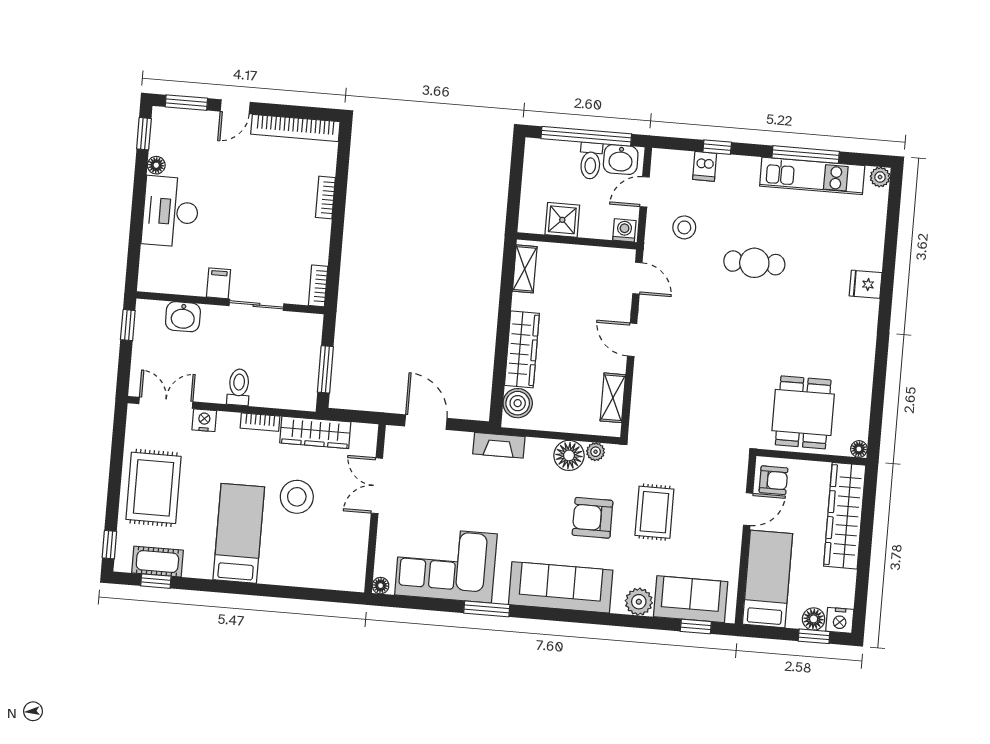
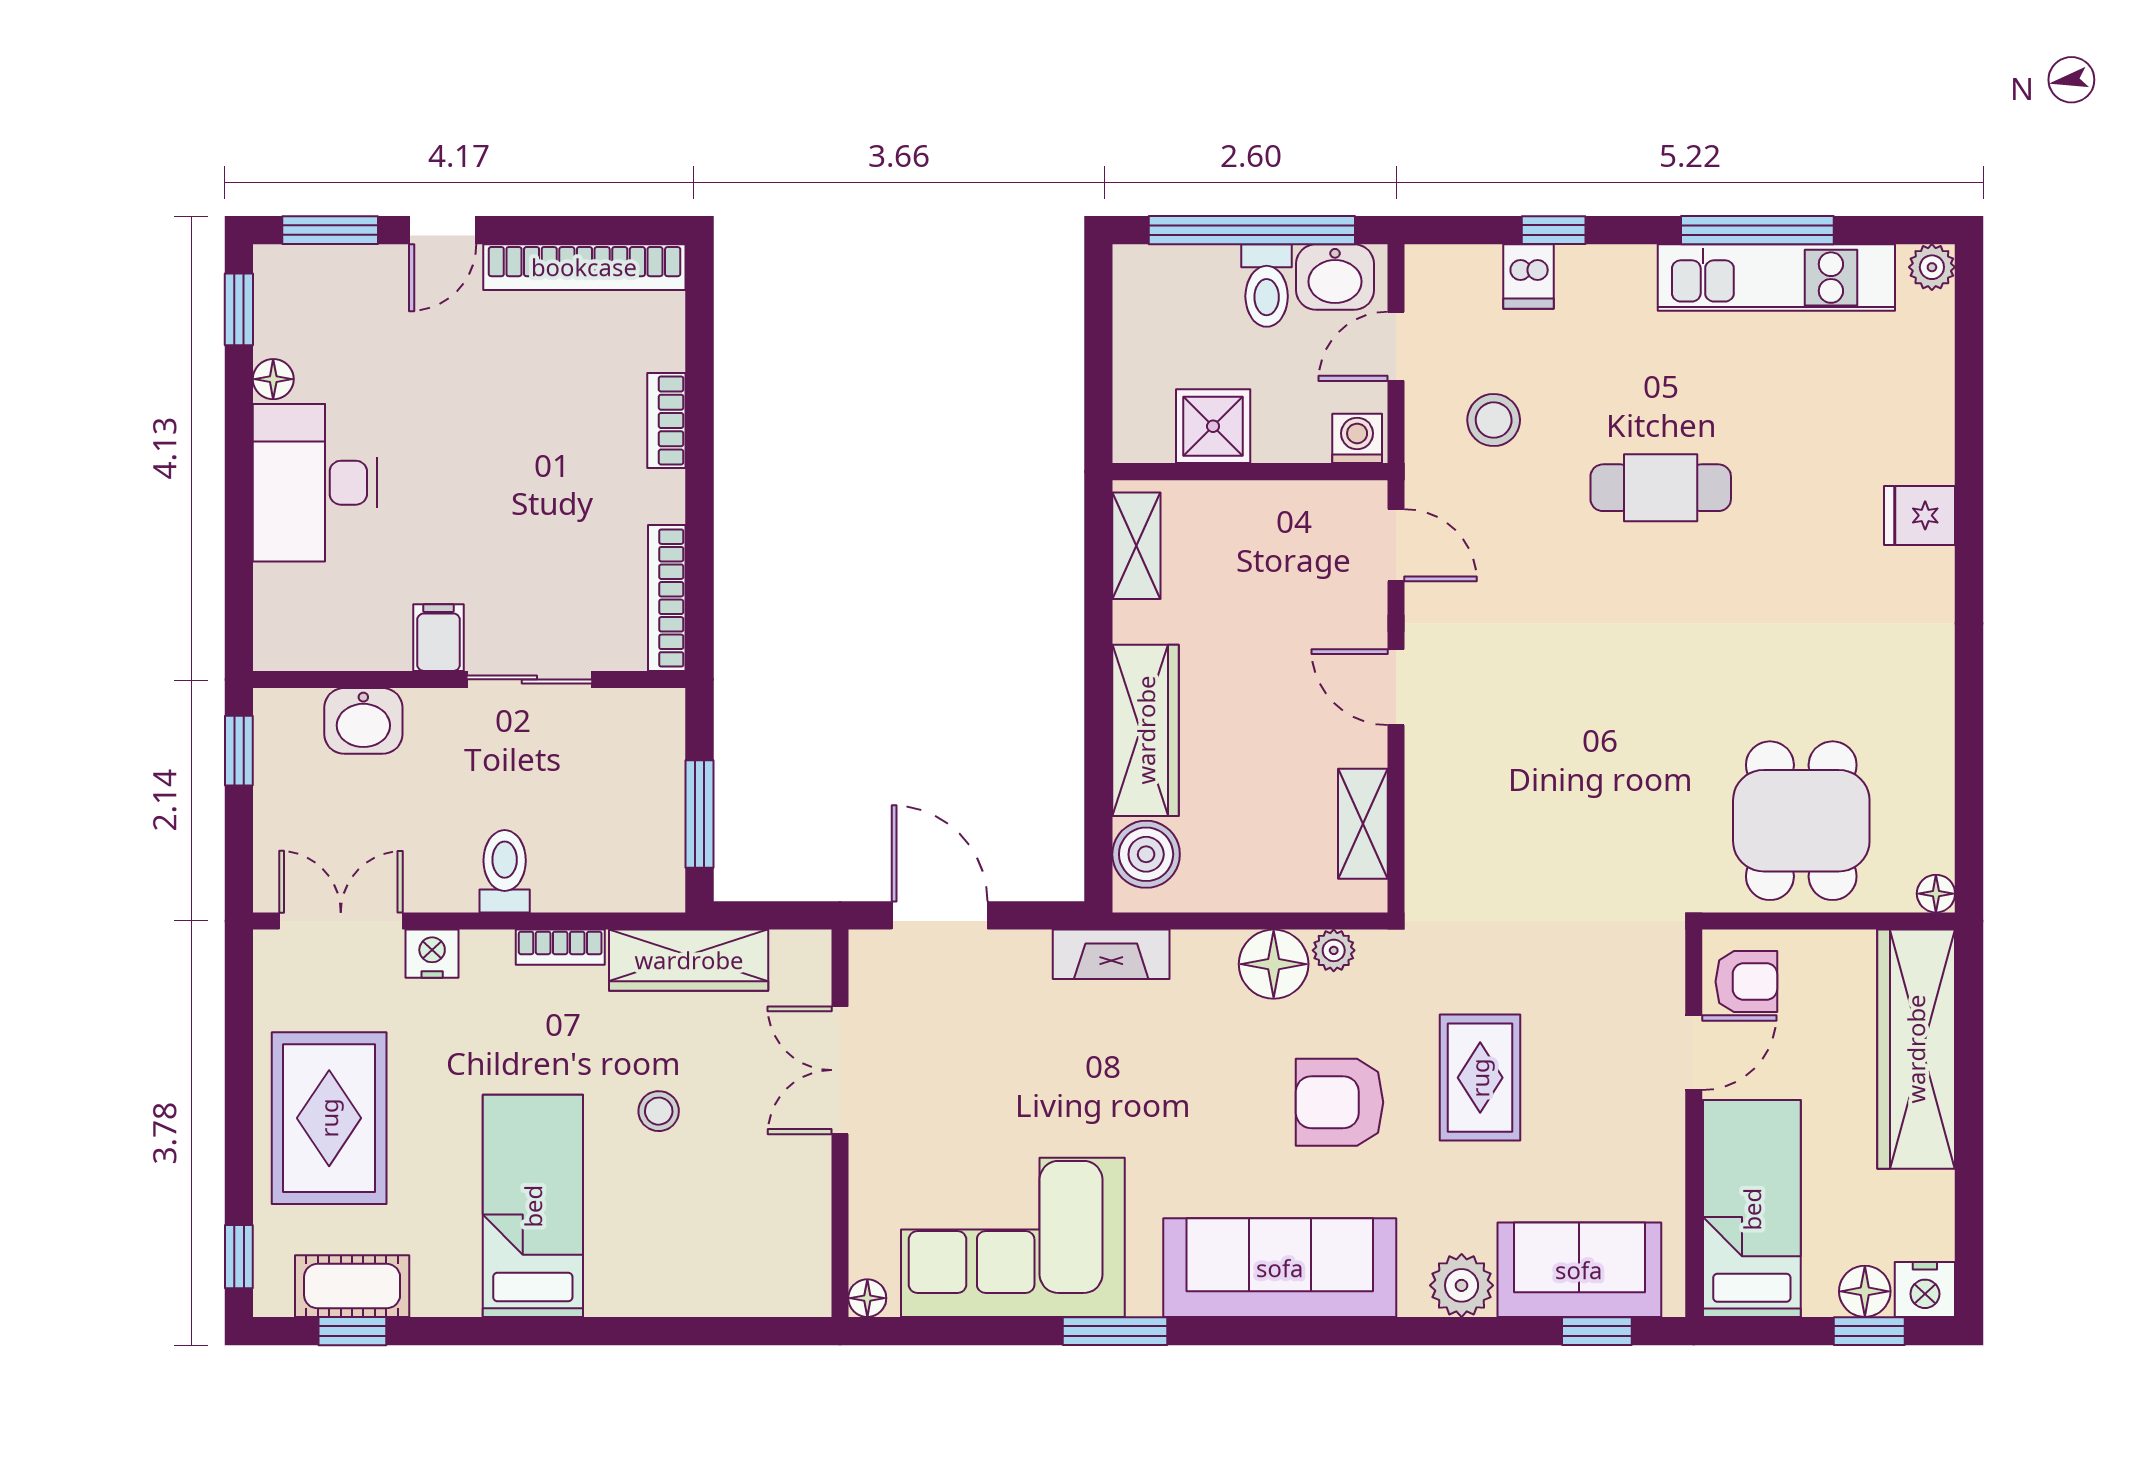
bookcase: (318, 286) -> (667, 598), width x1.56
stool: (297, 497) -> (659, 1111), width x0.53, depth x0.53

